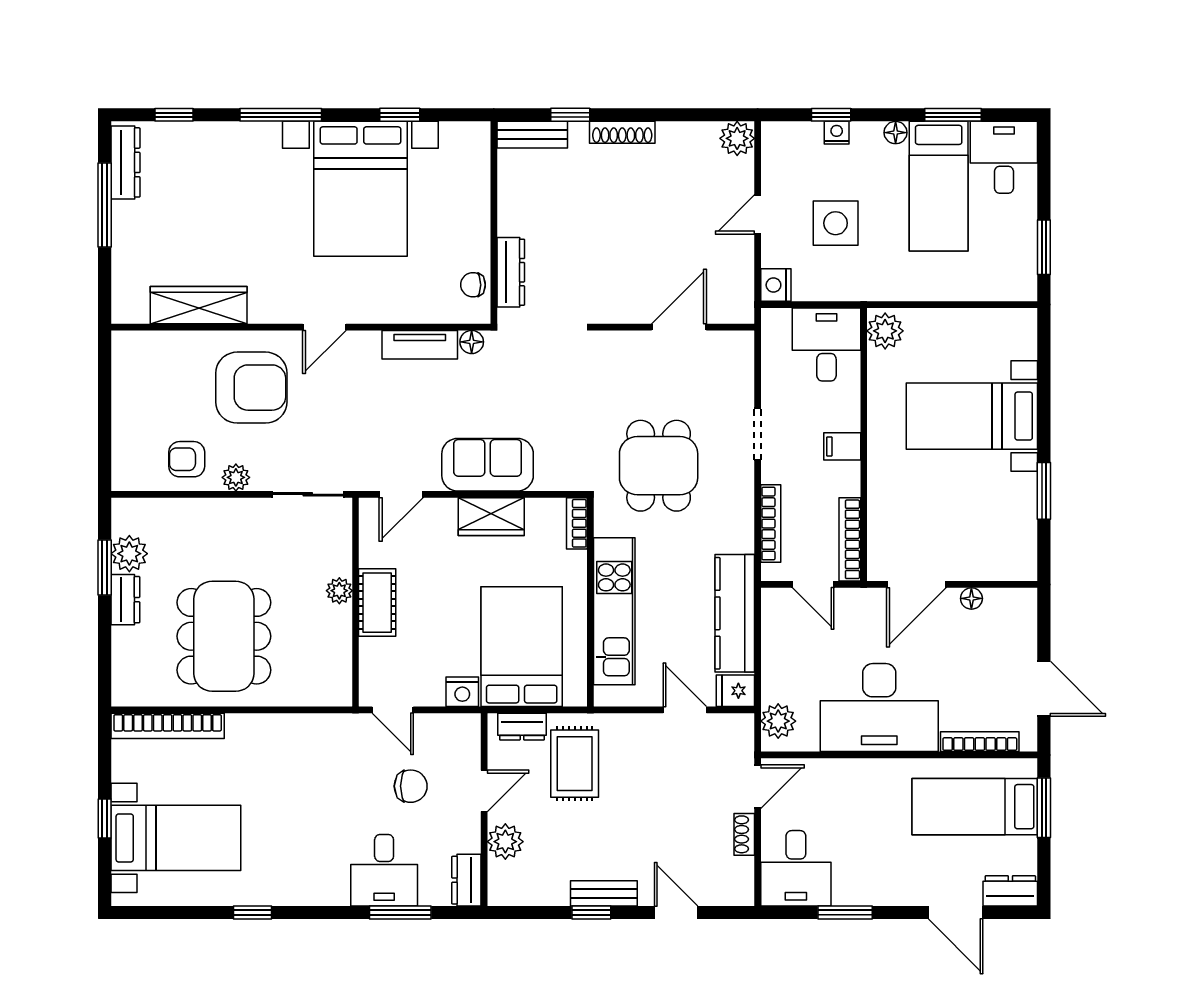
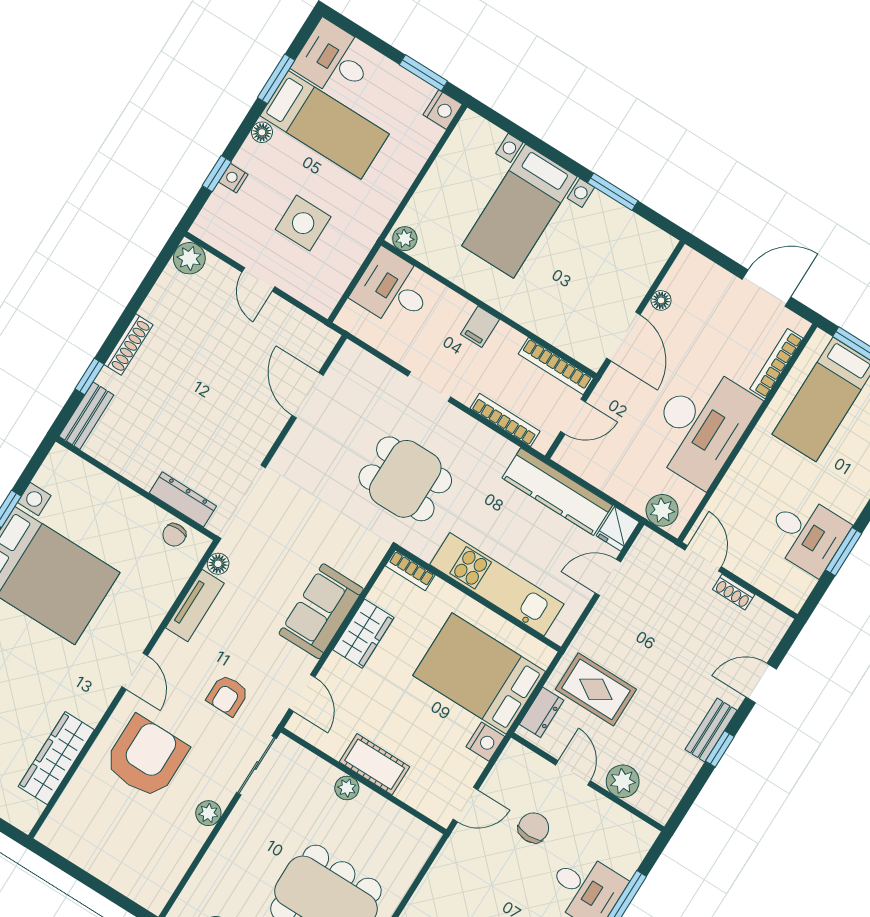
nightstand: (776, 285) -> (443, 110), moved, turned -90
plant: (885, 331) -> (405, 239), width x0.73, depth x0.73
armchair: (187, 459) -> (228, 695), moved
desk: (796, 868) -> (807, 534), moved
dresser: (466, 880) -> (634, 830), removed

